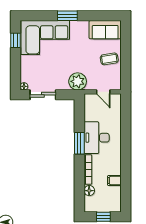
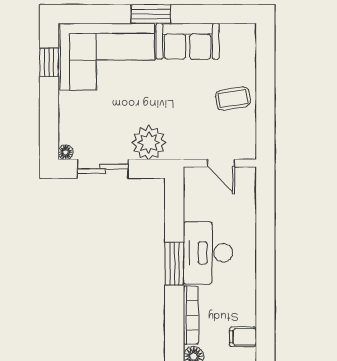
sofa: (105, 30) -> (188, 41), moved
plant: (78, 81) -> (149, 143), moved

